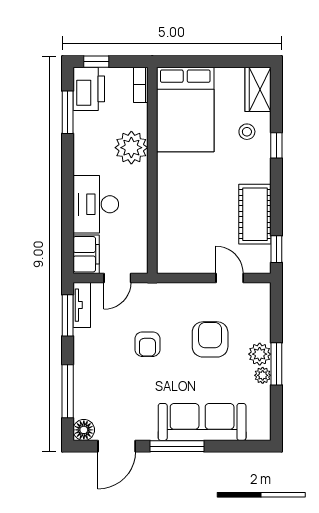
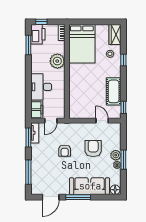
floor lamp: (84, 430) -> (115, 190), moved

